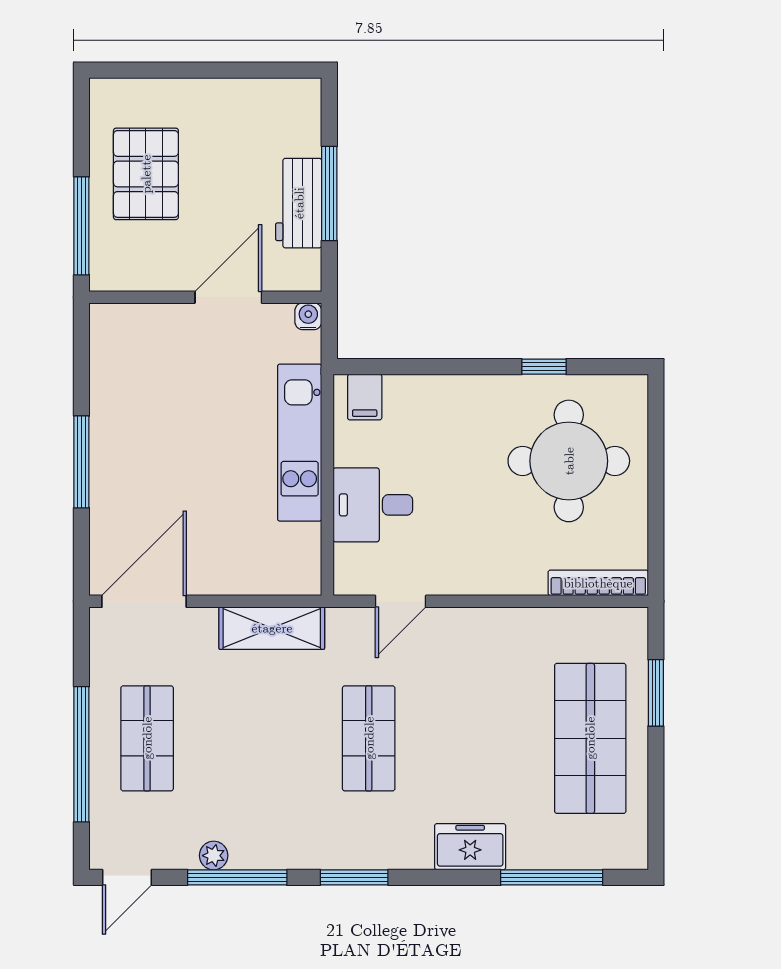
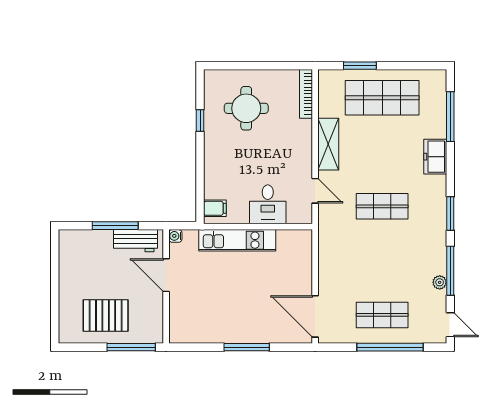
workbench: (299, 203) -> (136, 241), moved
round table: (569, 461) -> (246, 108), width x0.73, depth x0.73
shelving: (272, 628) -> (328, 144), moved

